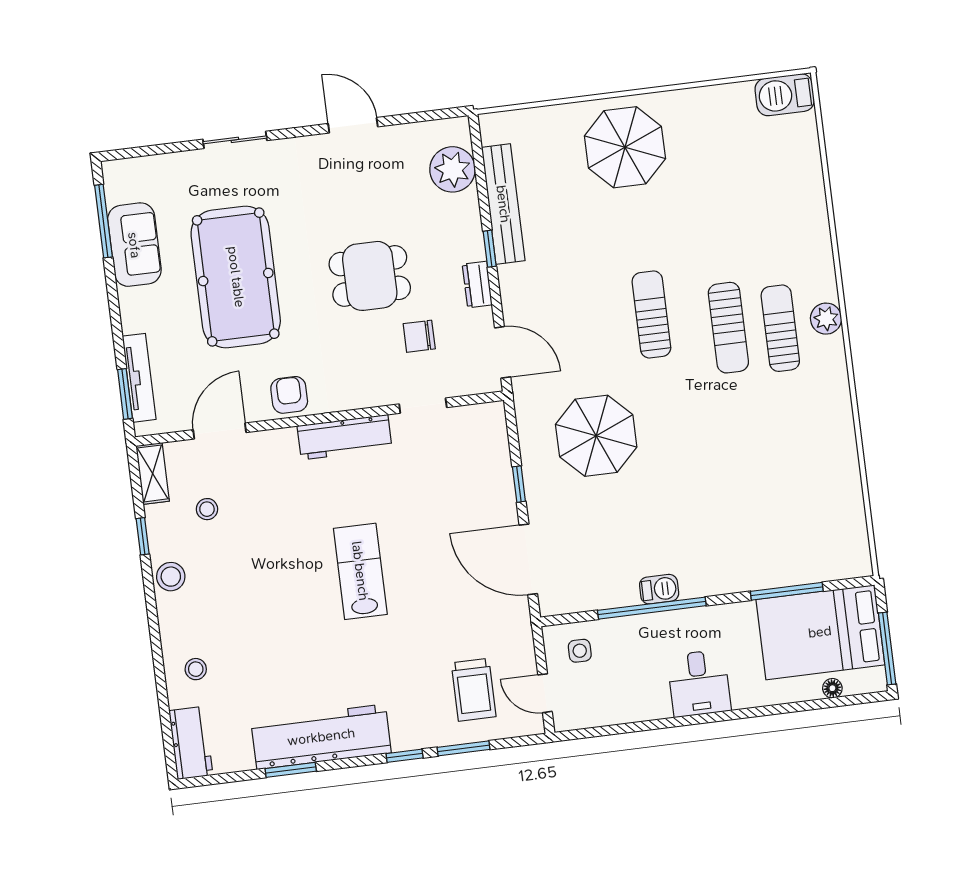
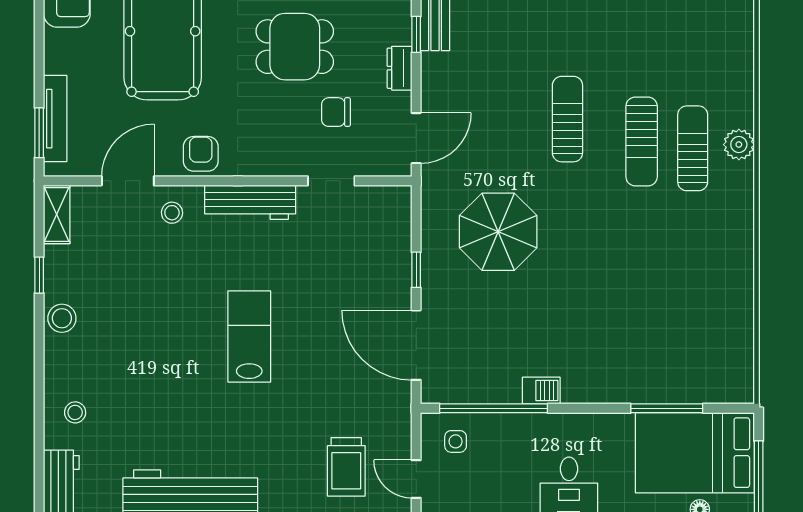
door: (503, 352) -> (416, 138), hinge flipped
stool: (207, 509) -> (172, 213), moved
window: (652, 608) -> (493, 408), moved

